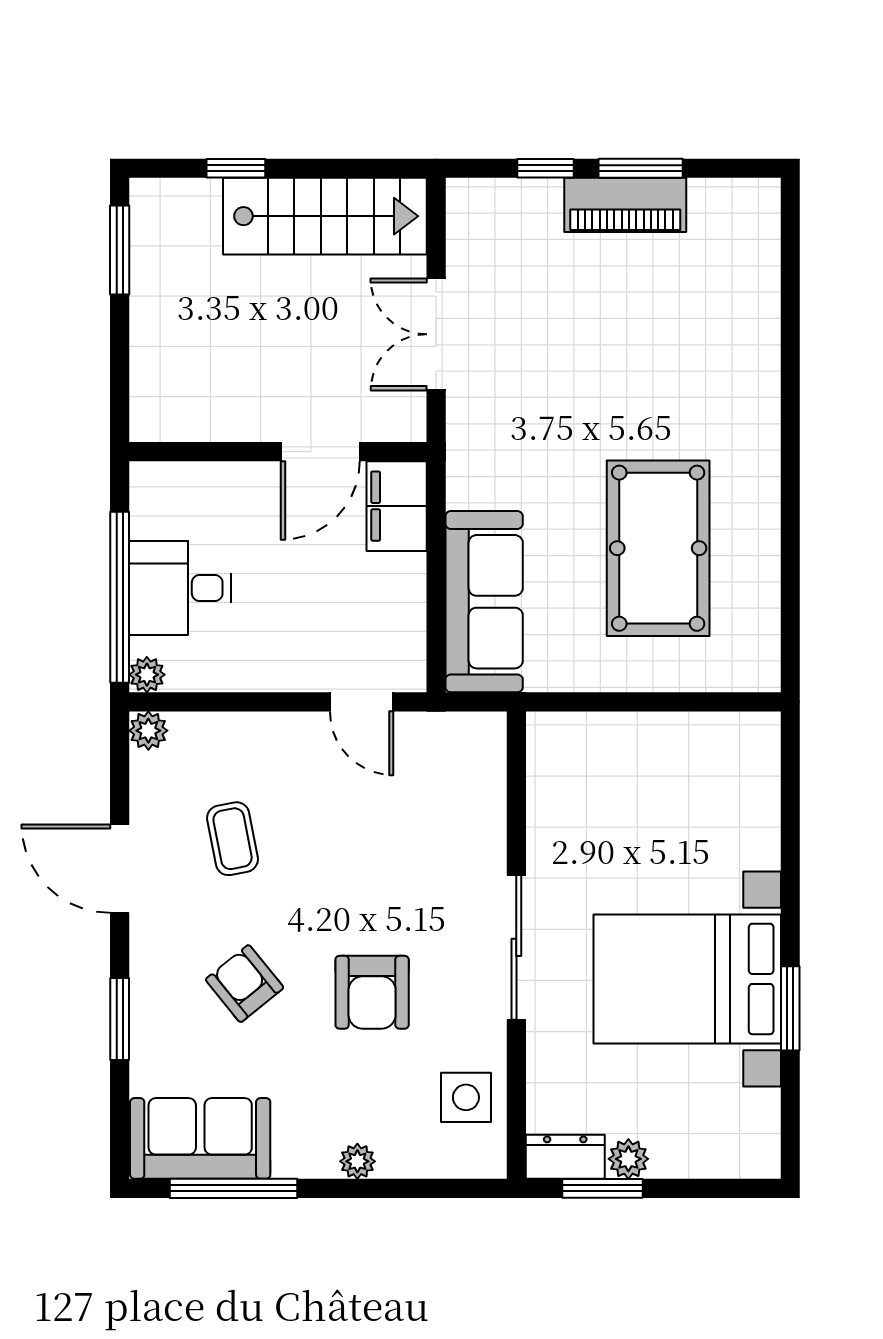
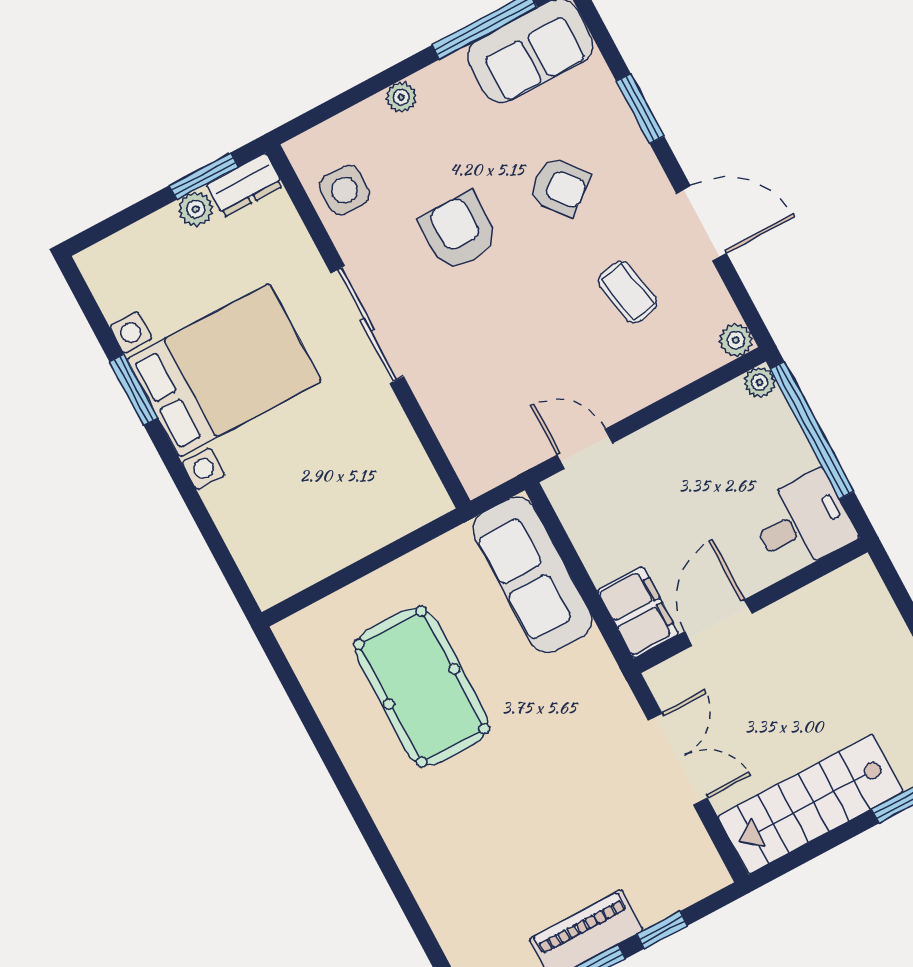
desk: (180, 588) -> (802, 522), moved

